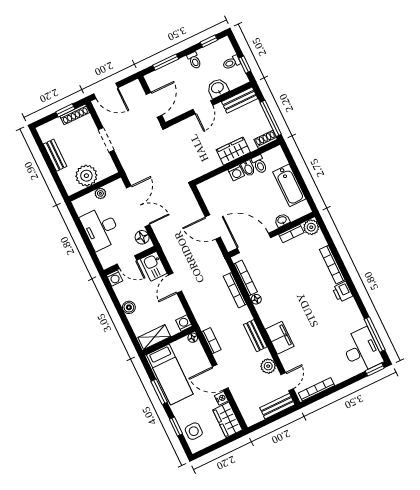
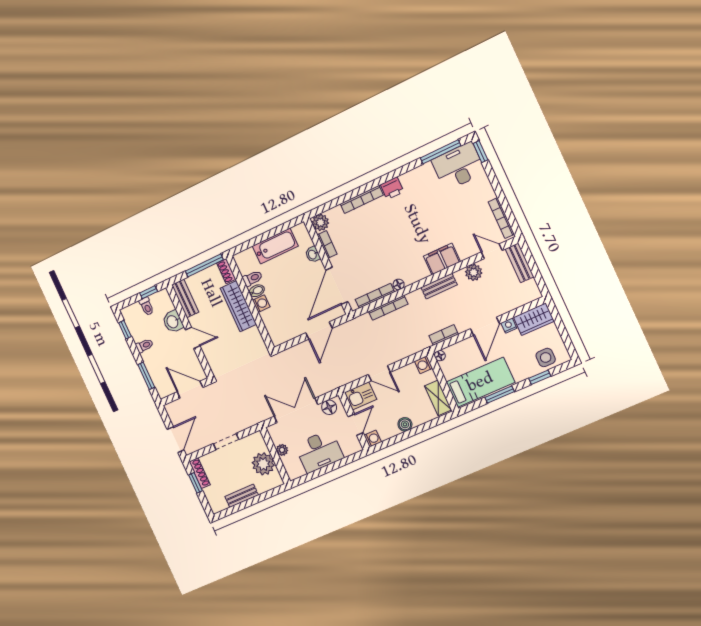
wardrobe: (233, 151) -> (238, 306), width x1.50

